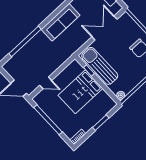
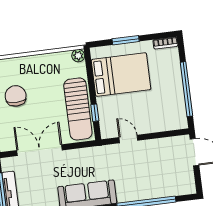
double door: (104, 28) -> (40, 150), swing flipped
door: (46, 83) -> (128, 139), moved
bed: (80, 92) -> (121, 75), moved

